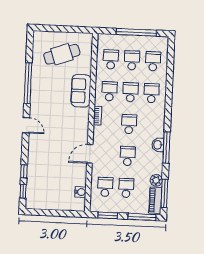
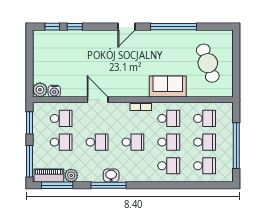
plant: (79, 205) -> (40, 90), added

